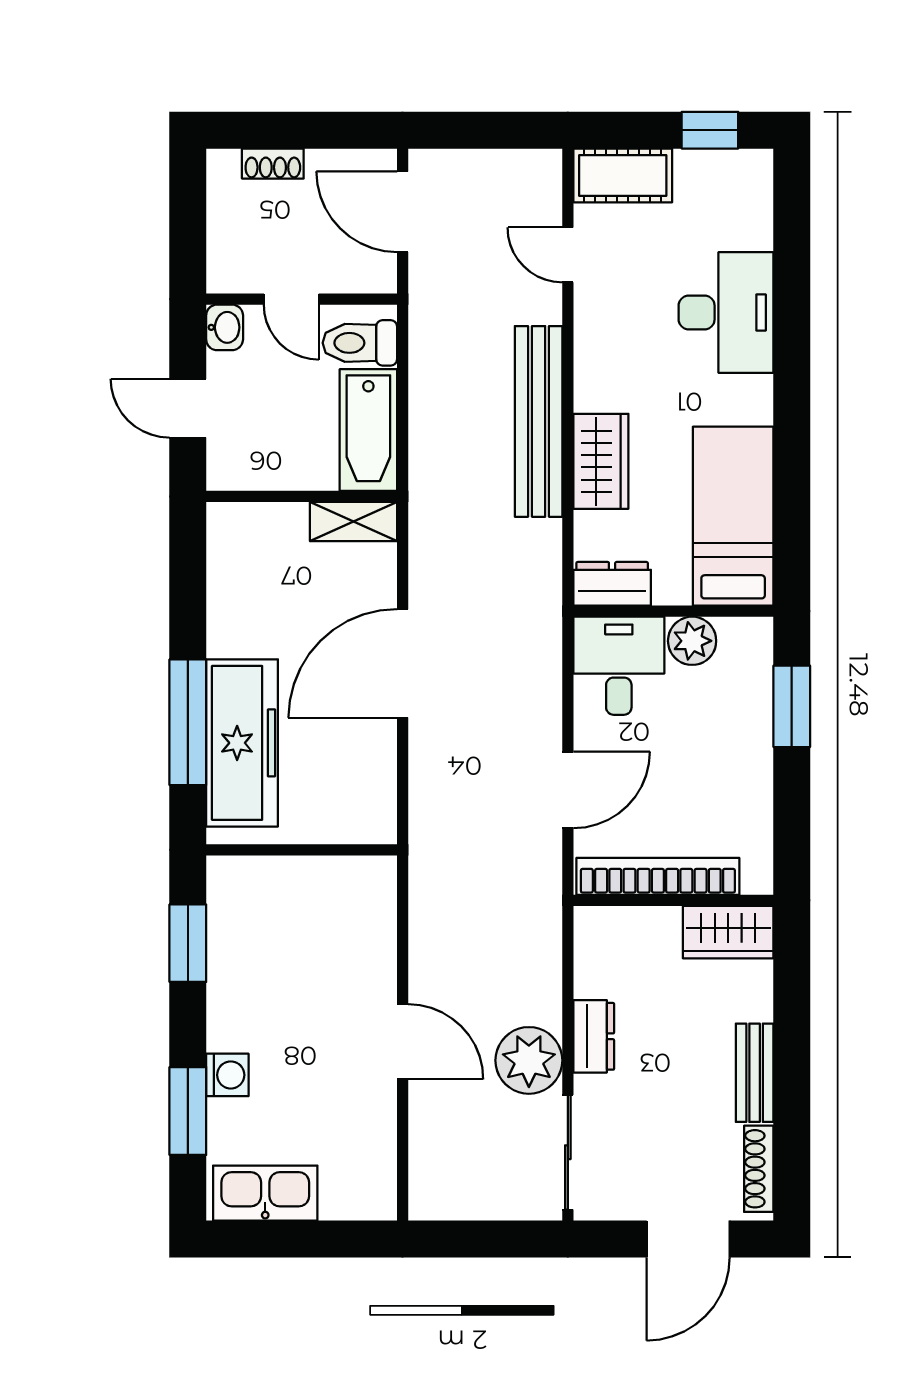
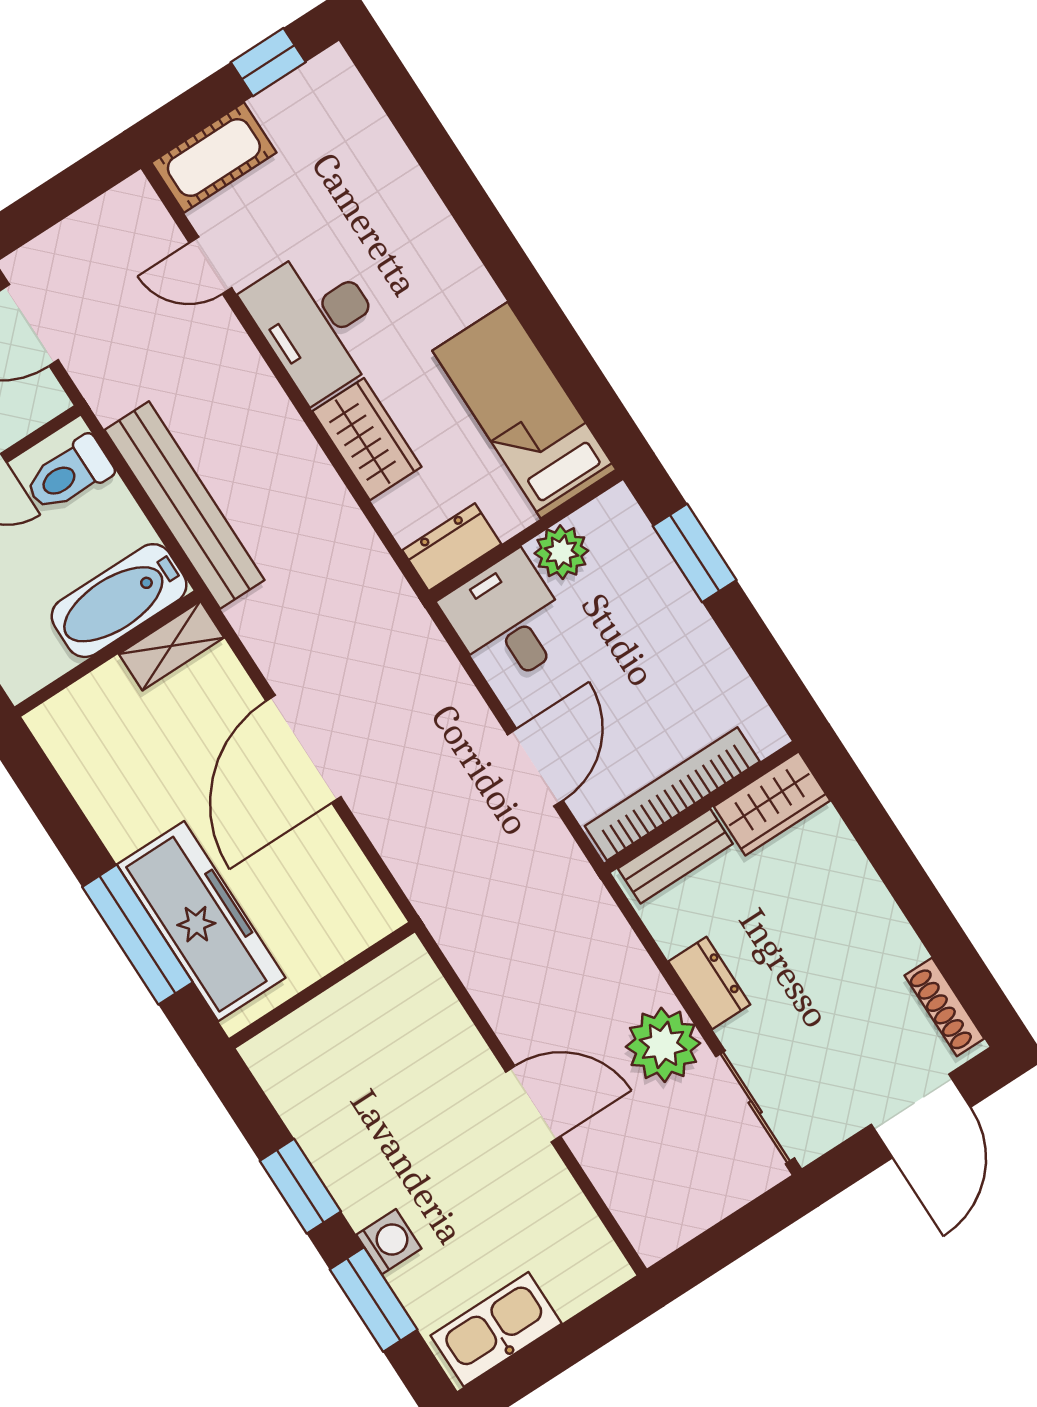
desk: (726, 312) -> (318, 322), moved, turned 180
bench: (539, 421) -> (184, 505), moved
bathtub: (368, 430) -> (119, 601), moved, turned 90
window: (188, 943) -> (300, 1186), moved
bench: (755, 1073) -> (675, 856), moved, turned 90

